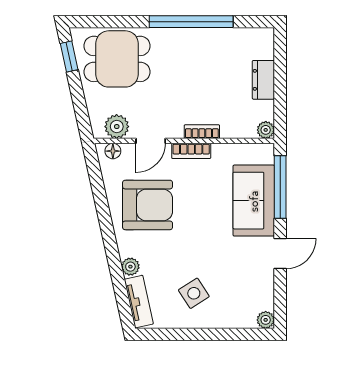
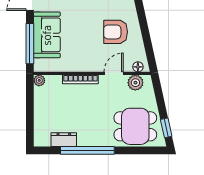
dresser: (263, 80) -> (64, 140), moved, turned -90
bookcase: (202, 132) -> (80, 79), width x1.56
bookcase: (191, 151) -> (87, 67), removed
armchair: (148, 205) -> (116, 32), width x0.73, depth x0.73

